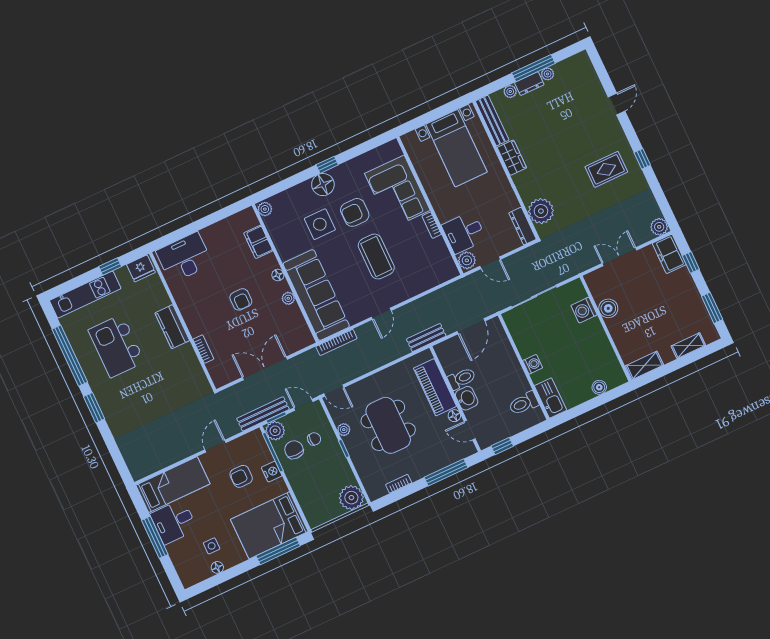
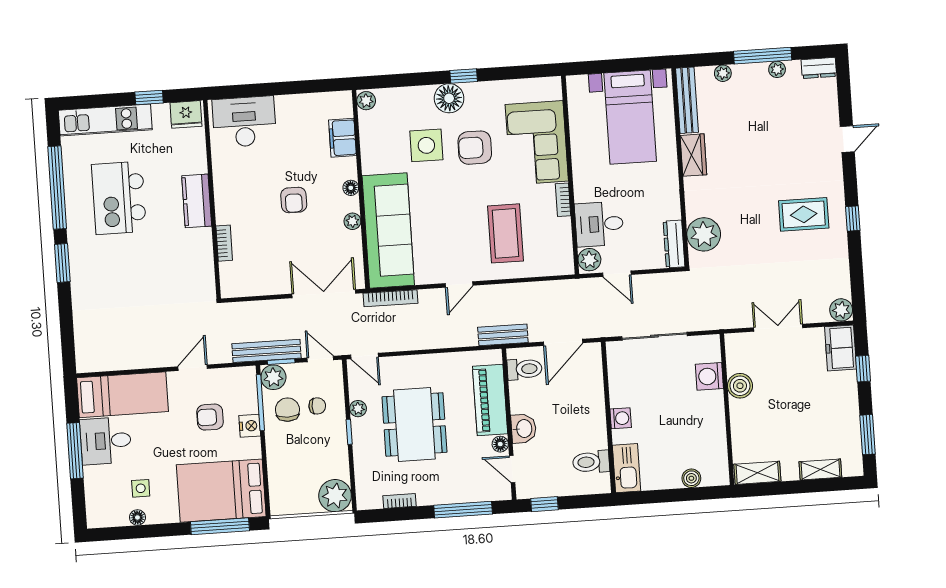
dresser: (529, 84) -> (819, 68), moved
coffee table: (376, 257) -> (505, 233), moved
double door: (265, 368) -> (324, 294), moved
toilet: (462, 379) -> (525, 369), moved

